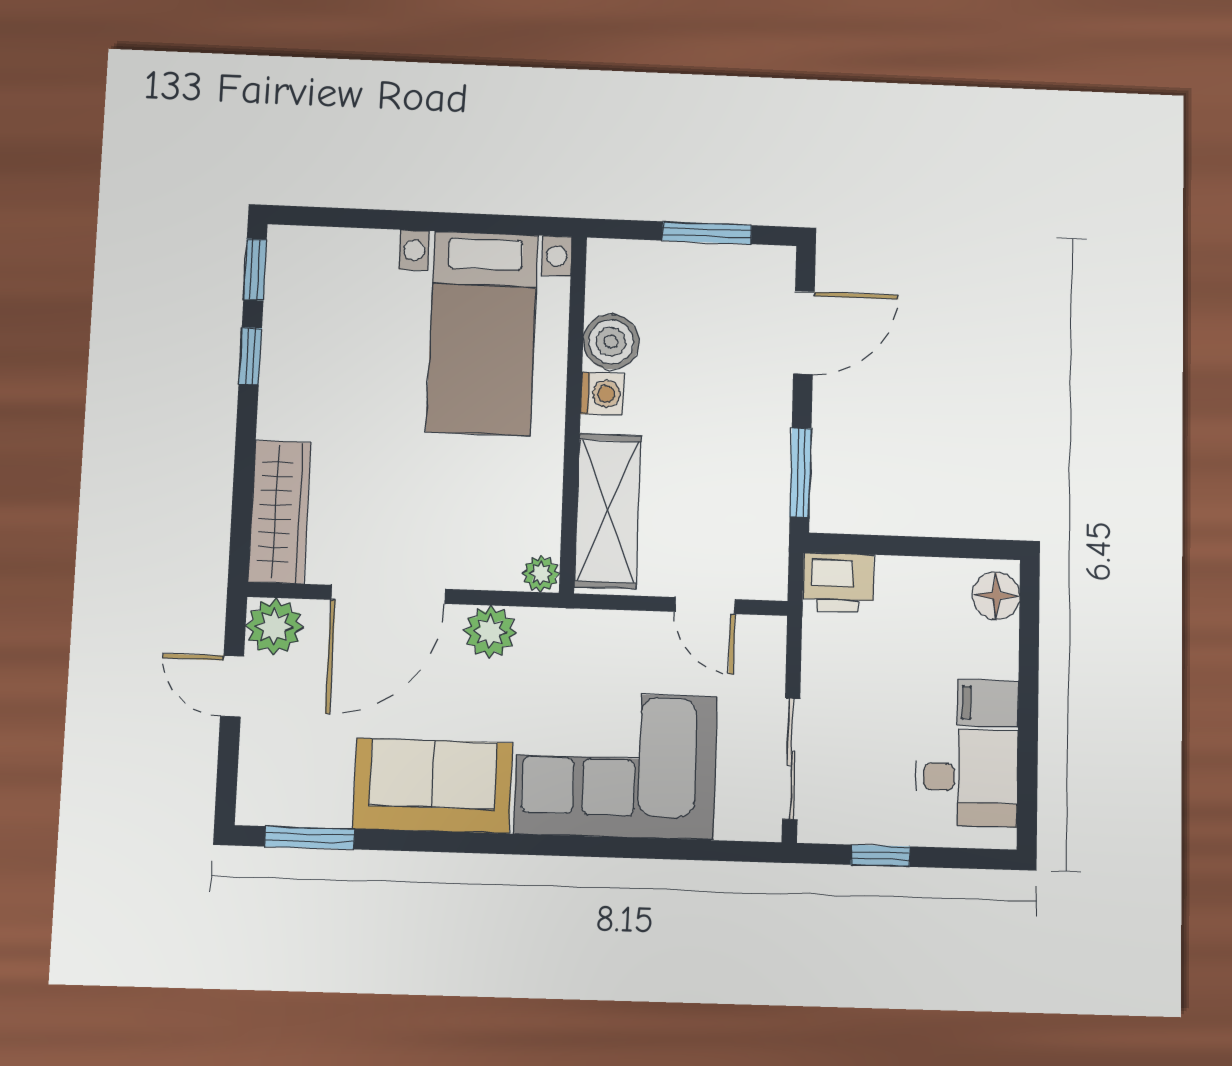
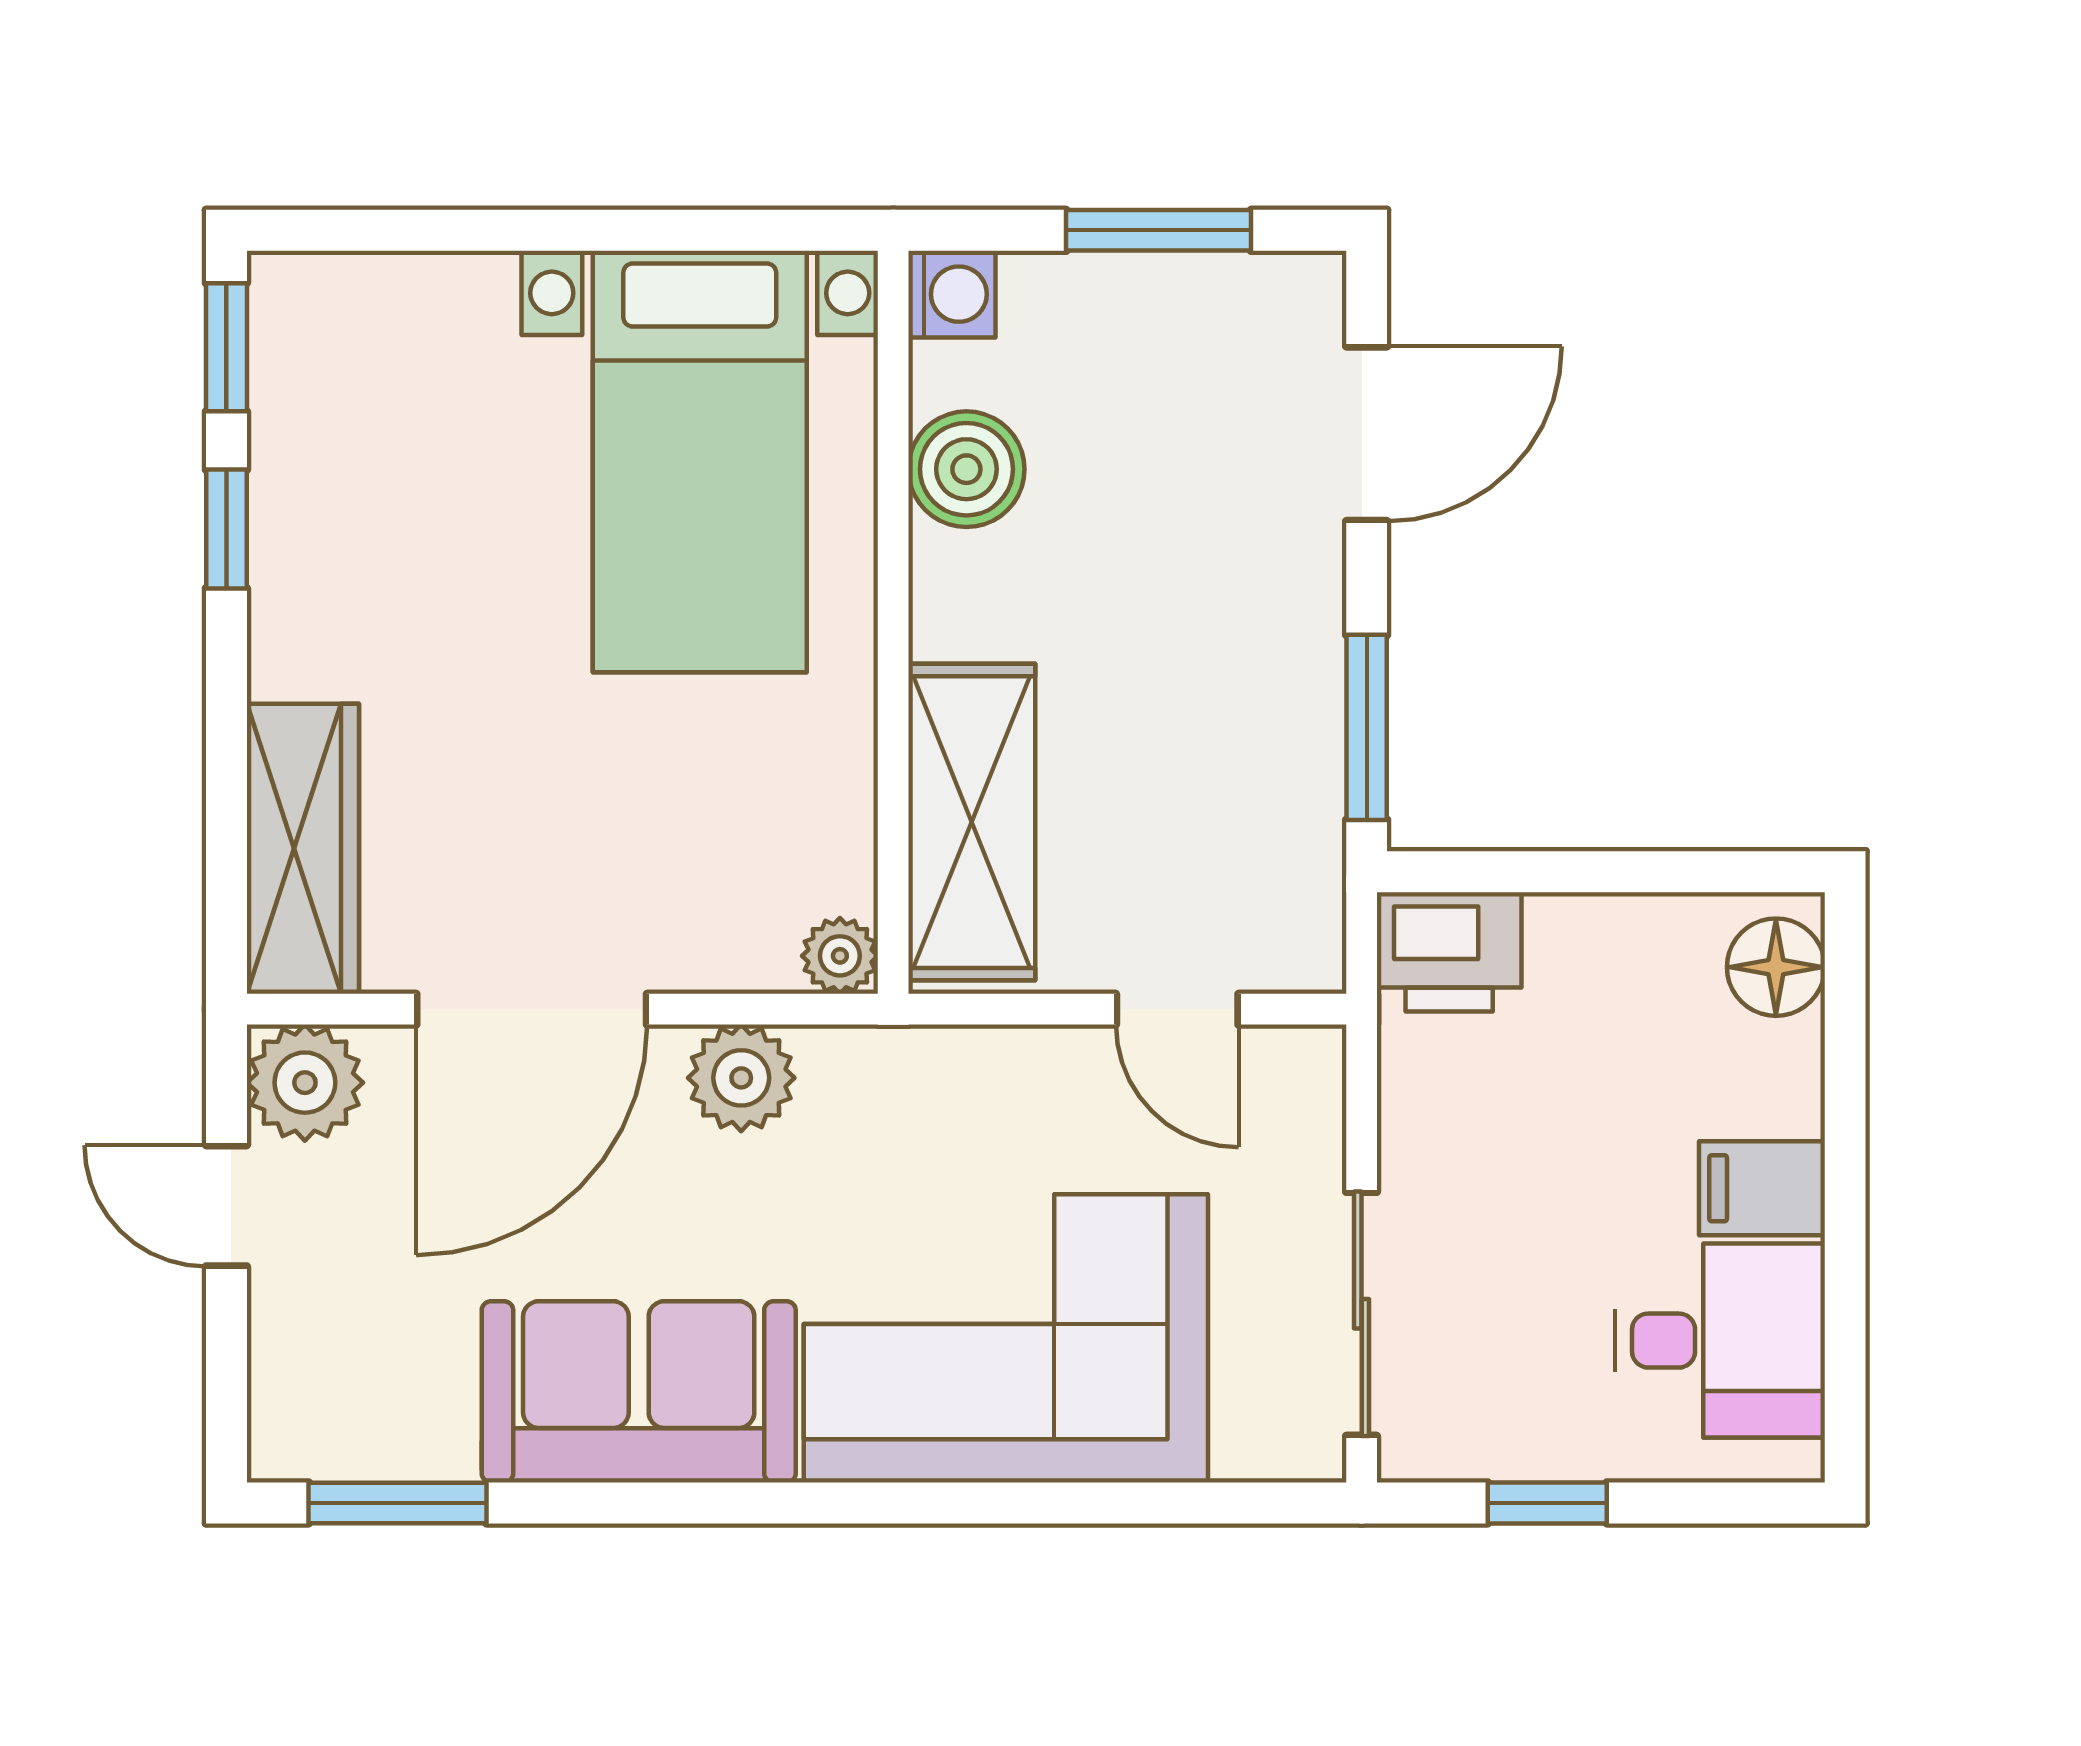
washing machine: (602, 394) -> (952, 294), moved

